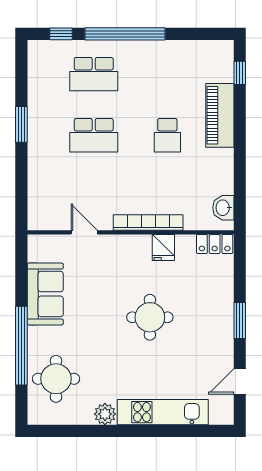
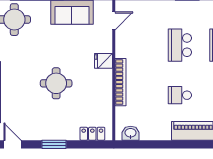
door: (84, 232) -> (114, 21), moved
locker: (215, 244) -> (92, 134), moved, turned 90
fridge: (163, 247) -> (104, 61), moved

